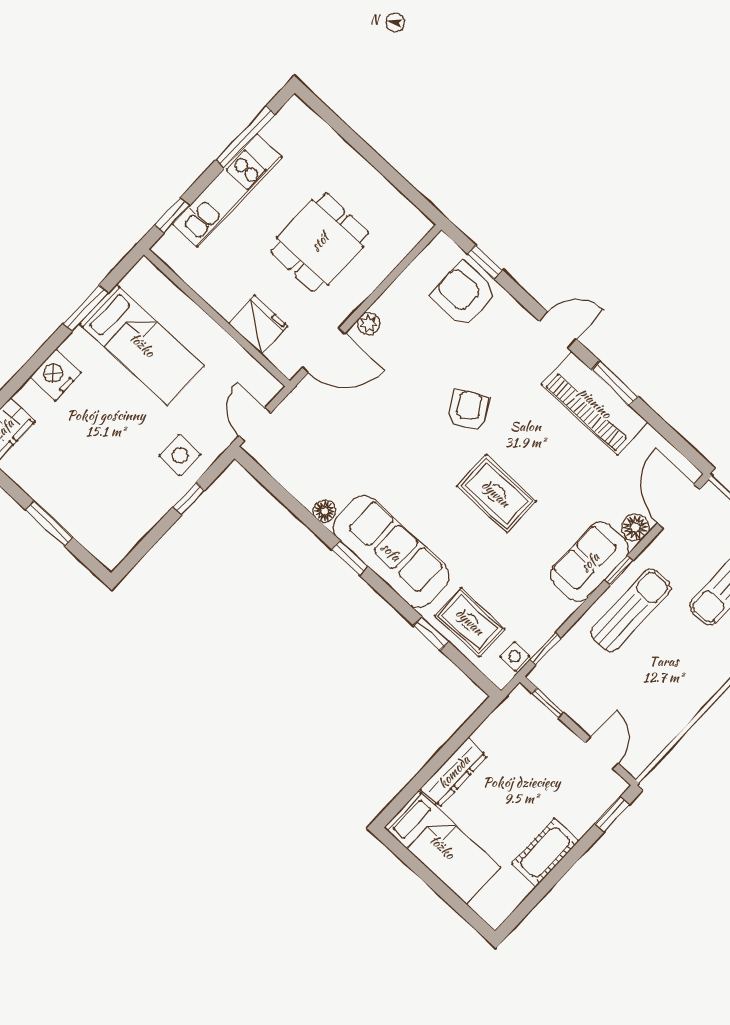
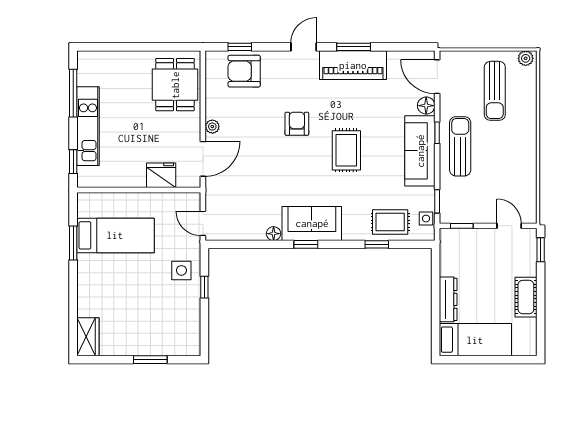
dining table: (320, 242) -> (175, 85), moved
nightstand: (55, 375) -> (88, 287), removed
armchair: (468, 411) -> (297, 124), turned 31
rug: (496, 494) -> (346, 150), turned 90
sofa: (391, 552) -> (312, 223), width x0.73
sofa: (590, 562) -> (420, 151), width x1.36

